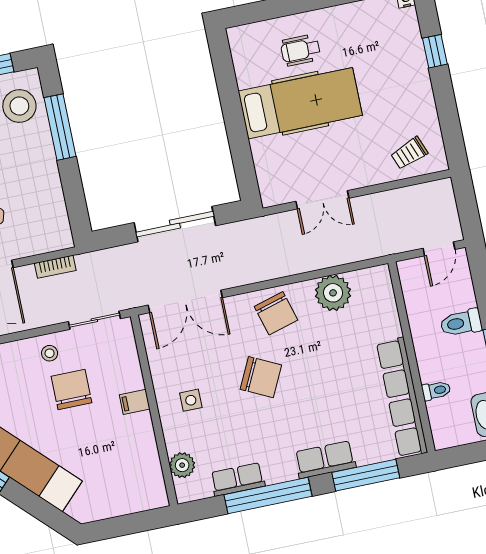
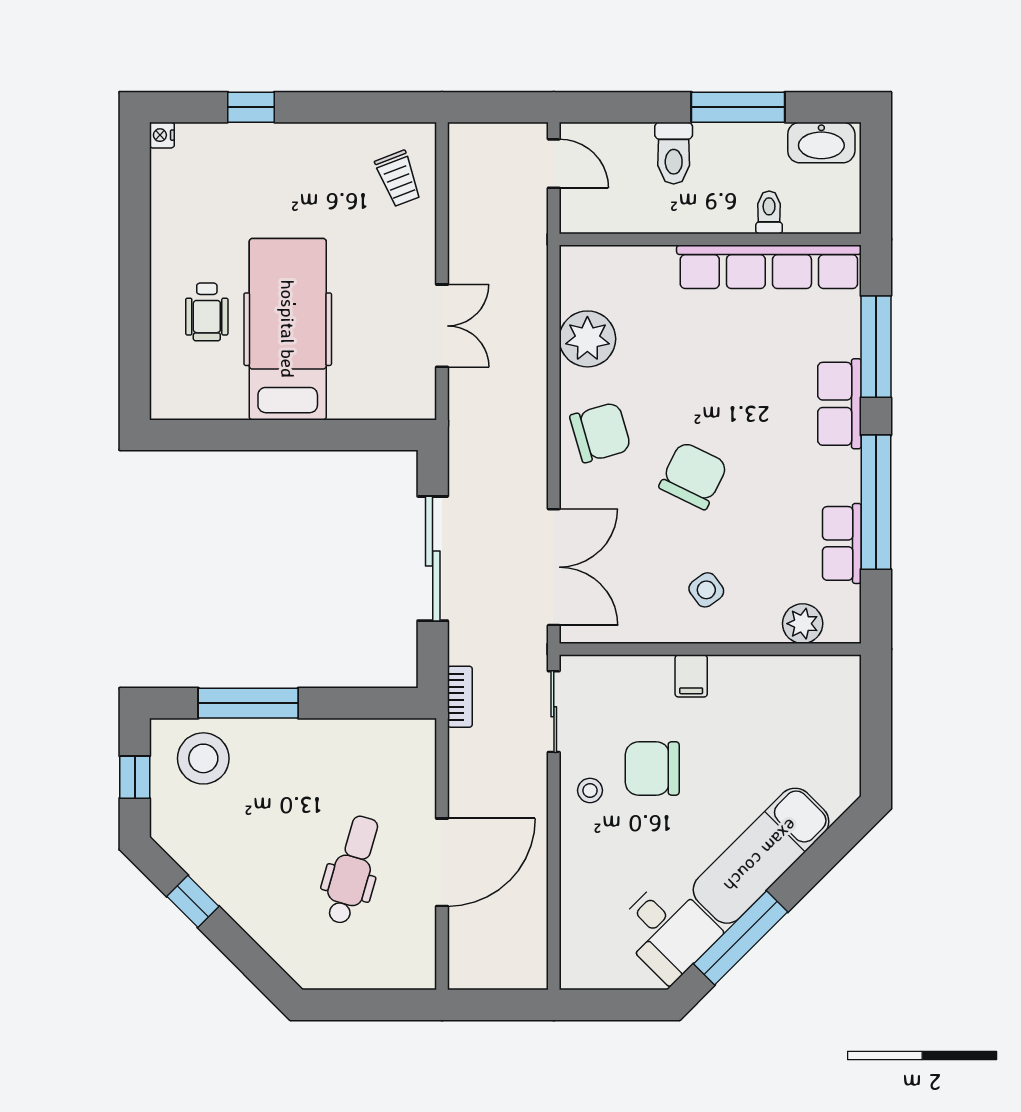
bookcase: (55, 267) -> (460, 697), moved
side table: (191, 400) -> (706, 590), turned -36

